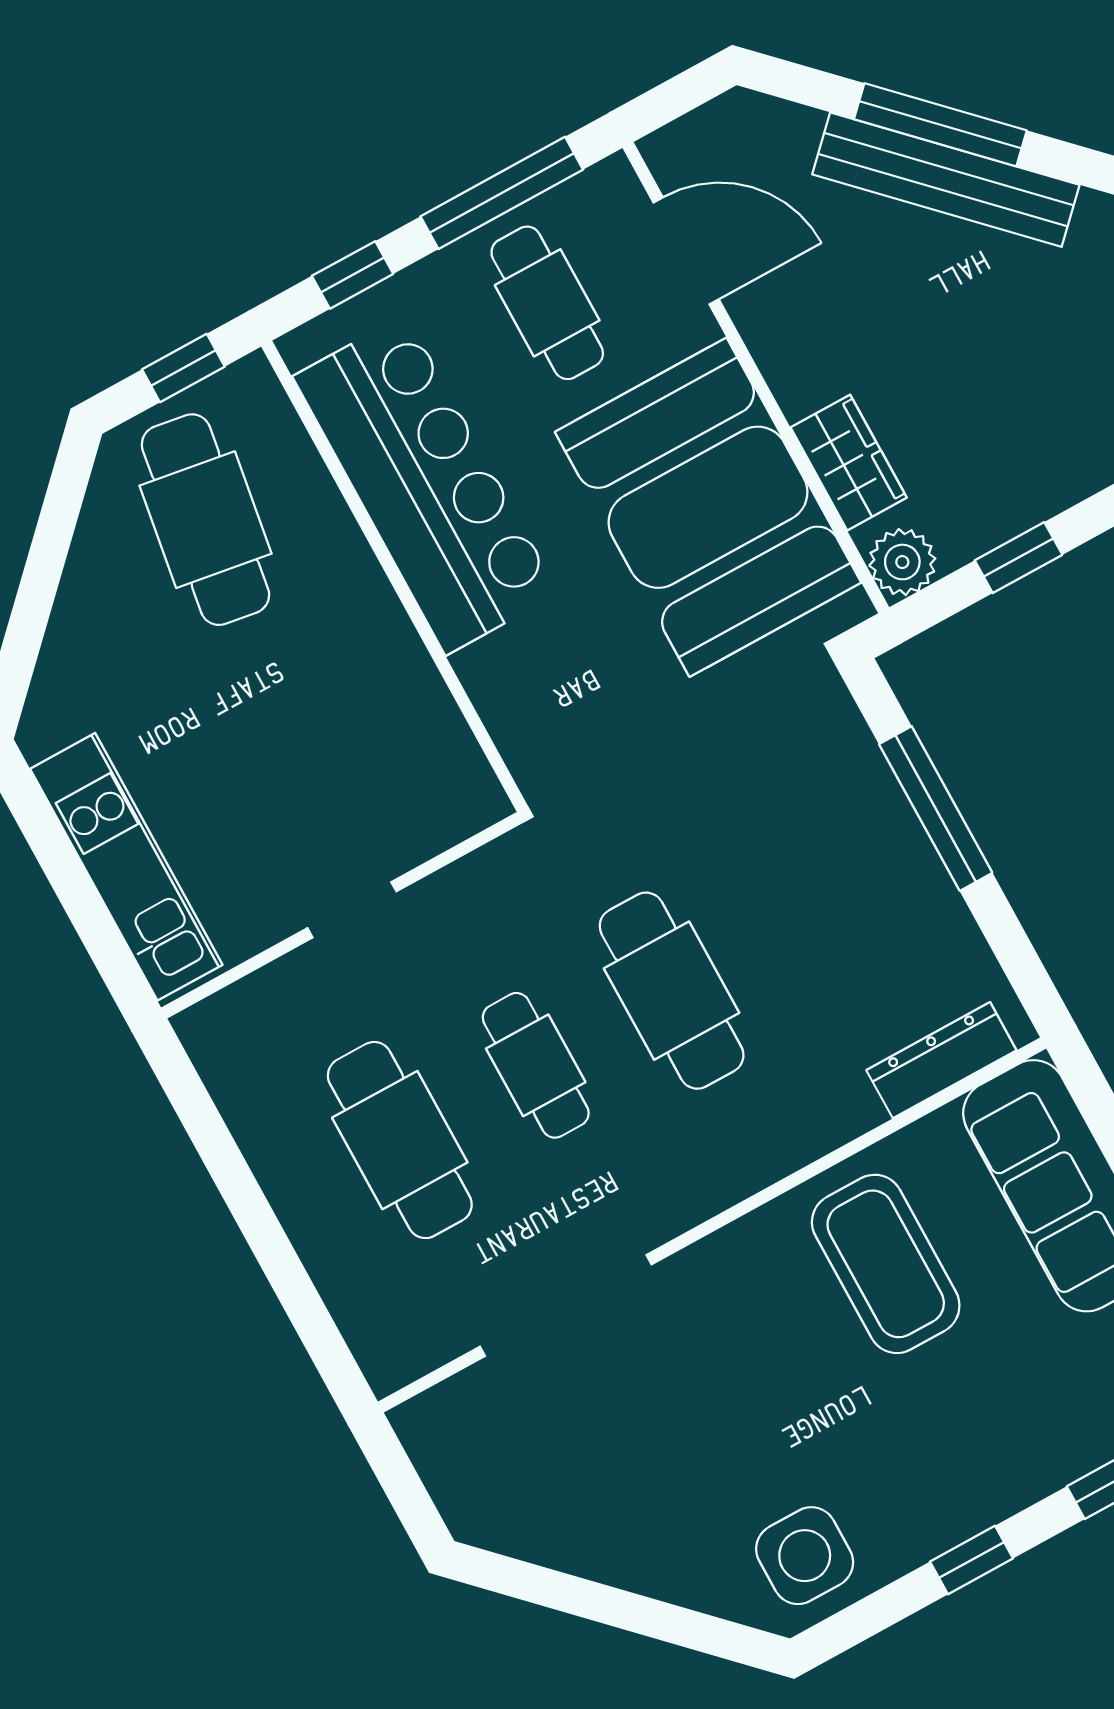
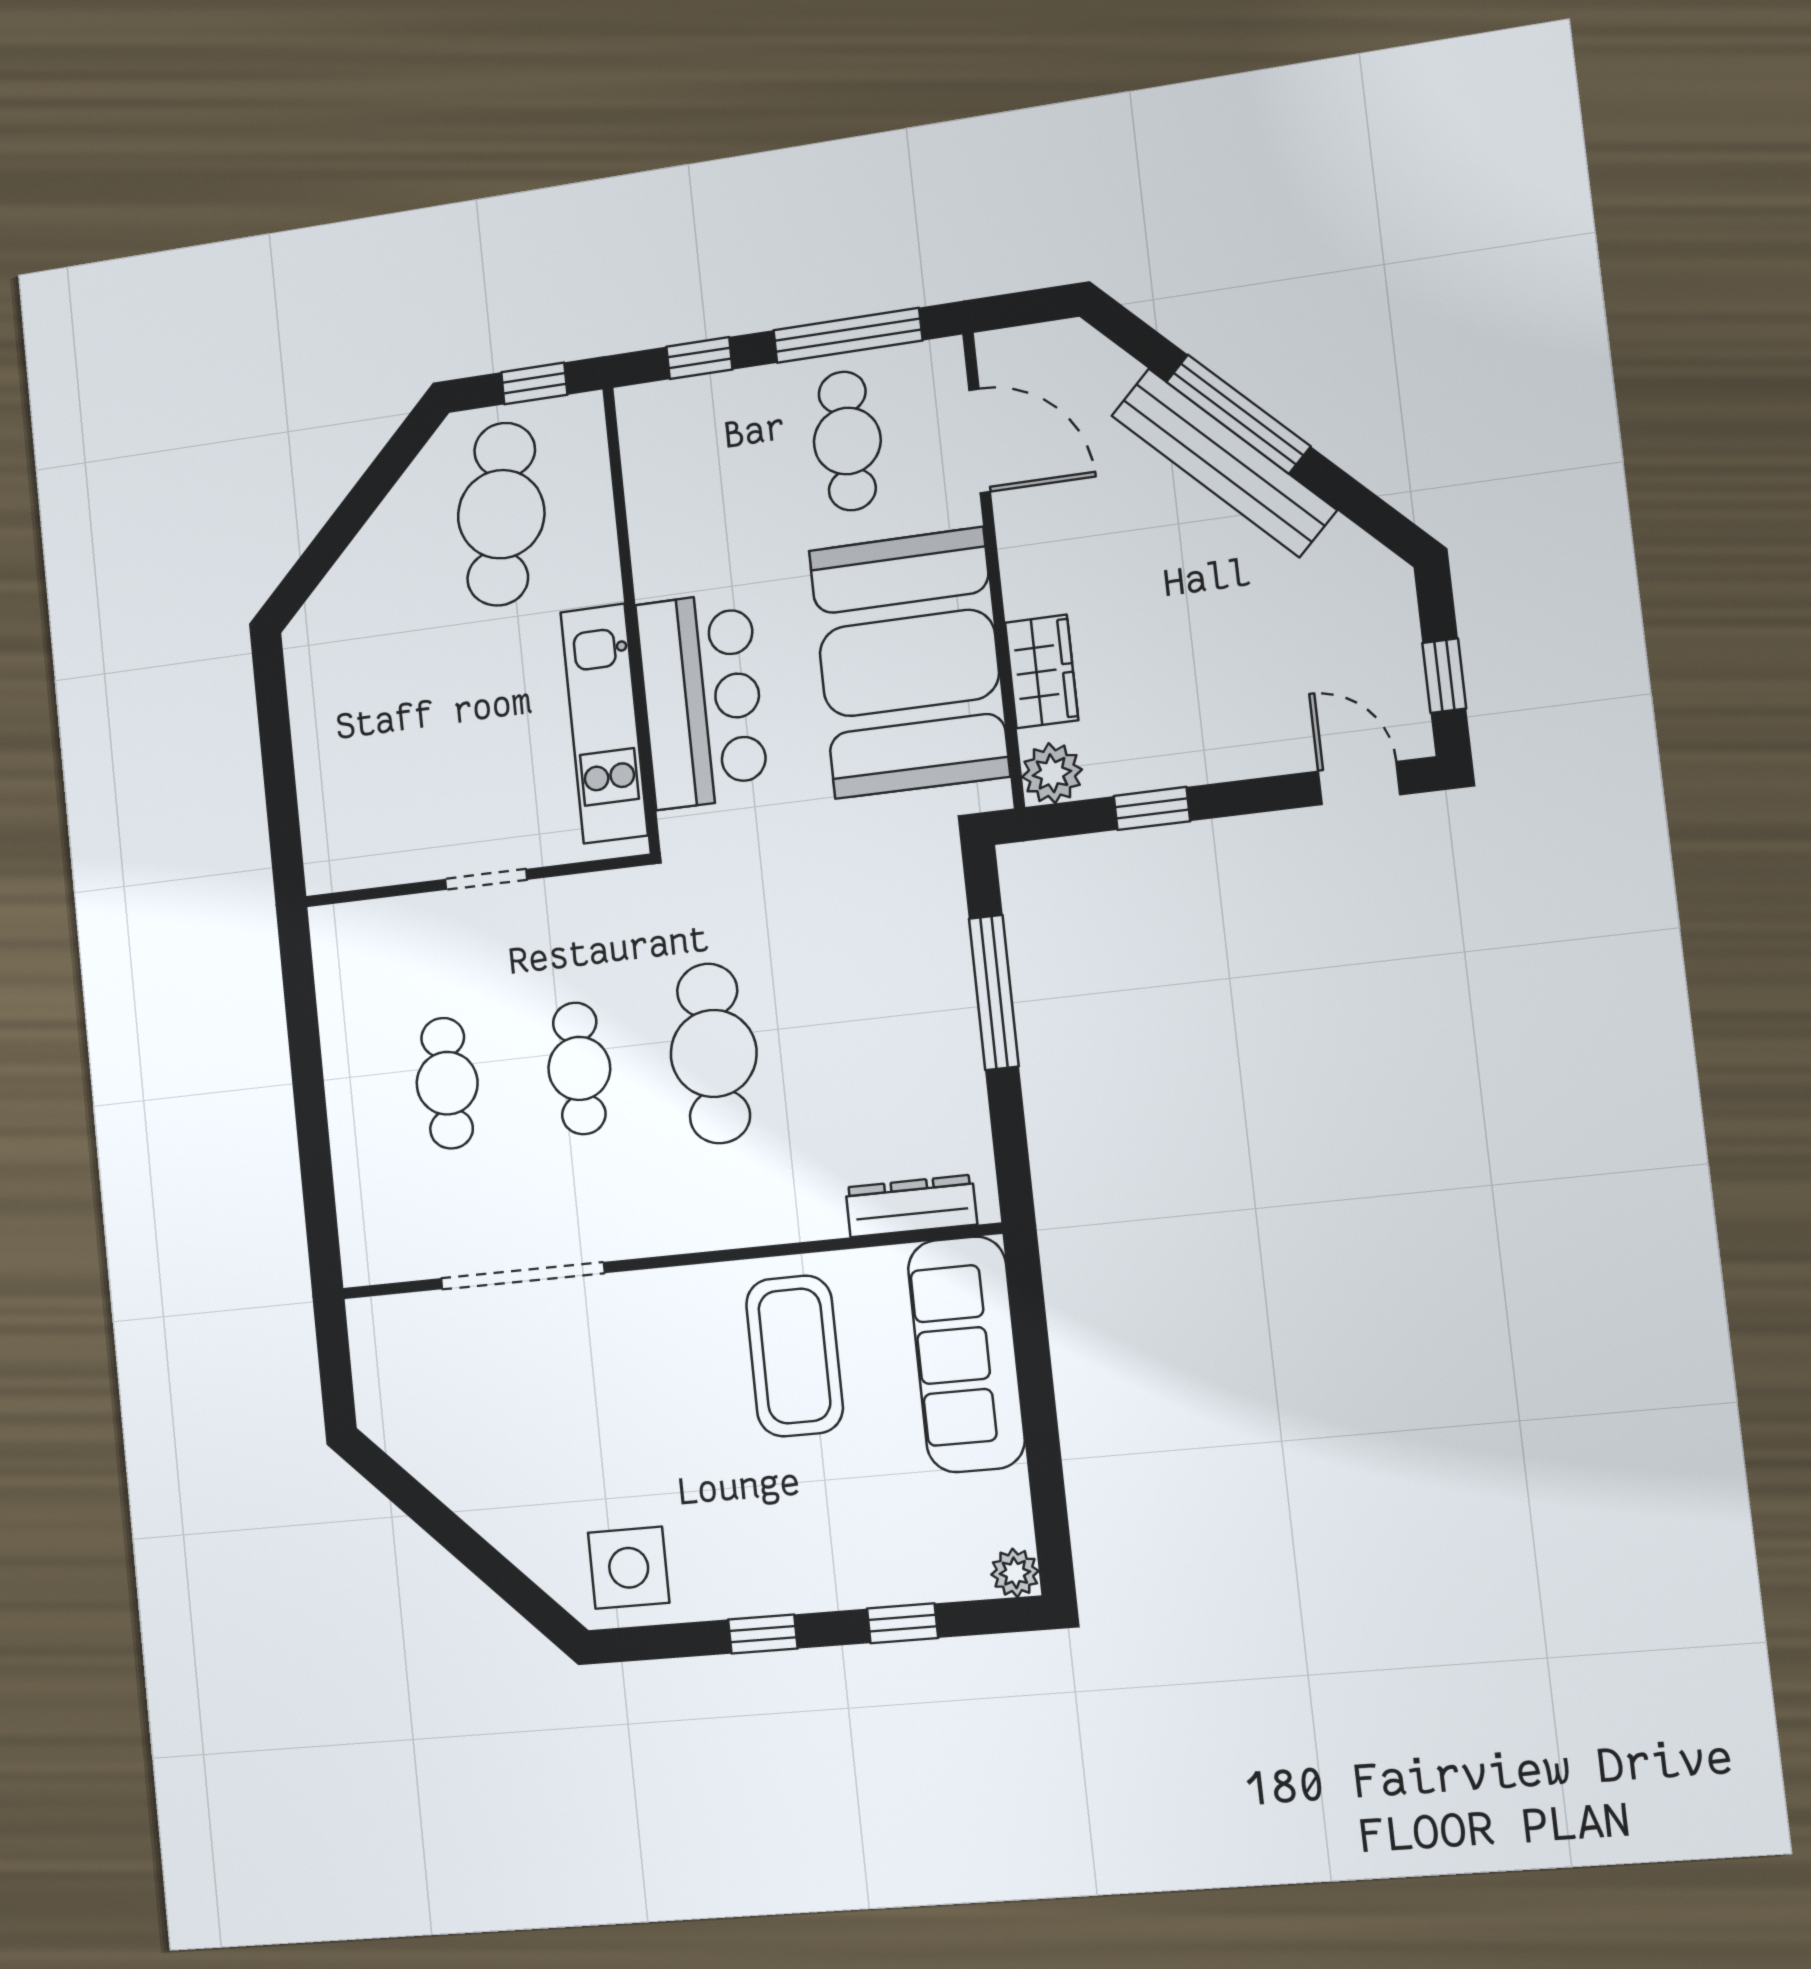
bar counter: (426, 485) -> (702, 700), moved, width x0.73
kitchen unit: (126, 867) -> (604, 723), moved, turned 180
cafe table: (400, 1140) -> (447, 1083), width x0.73, depth x0.74

